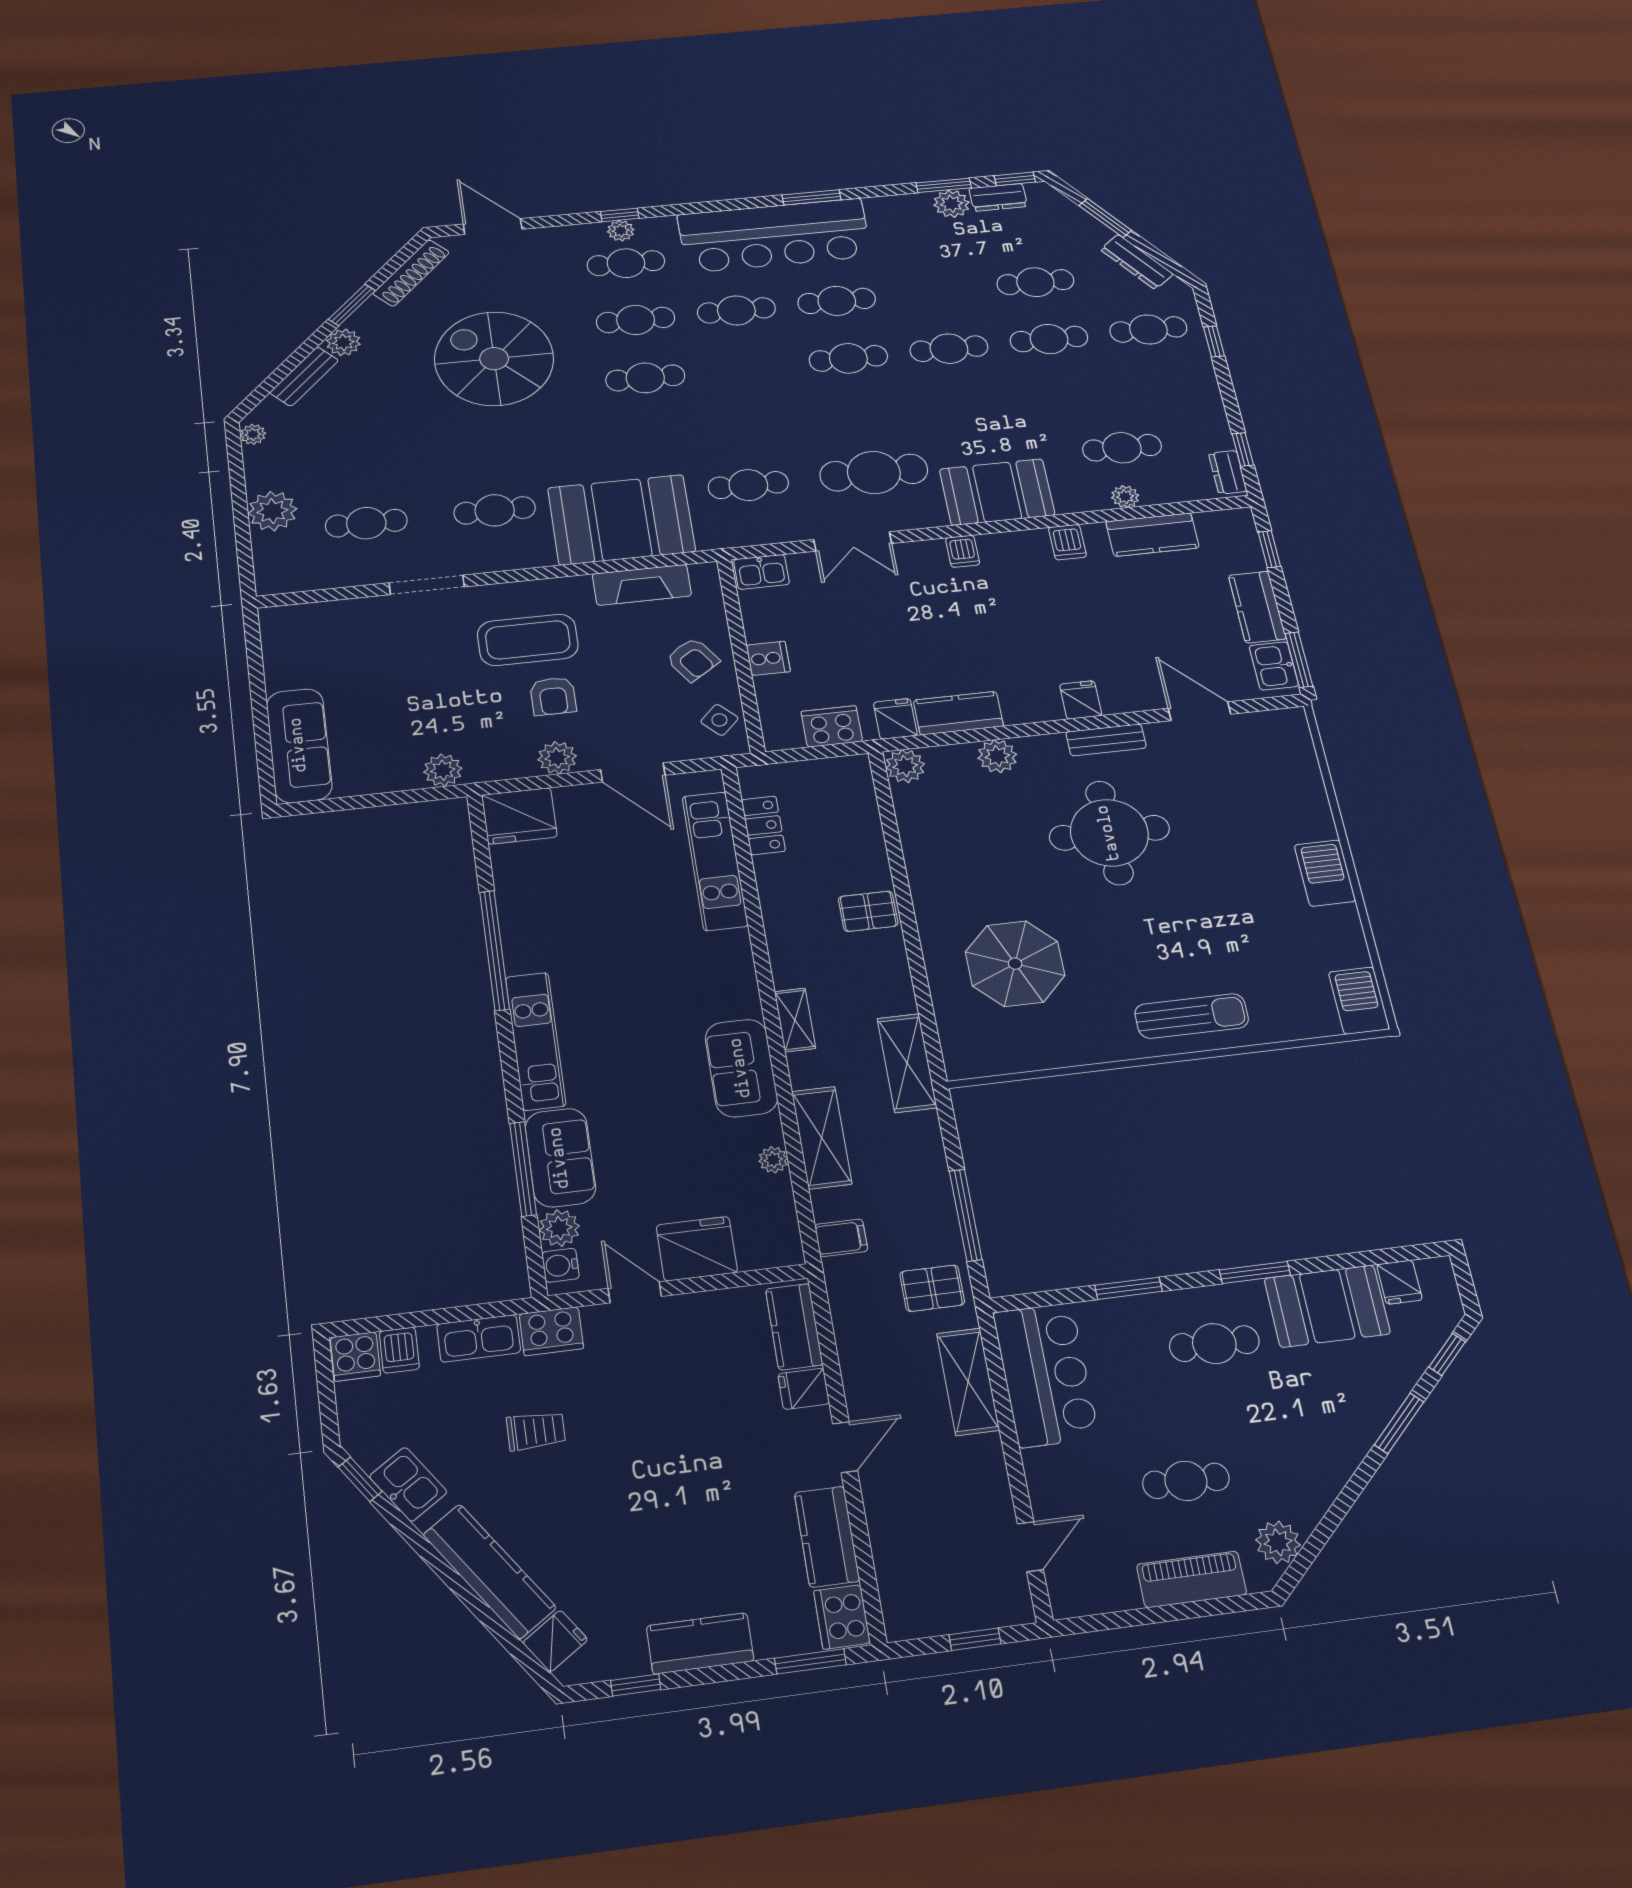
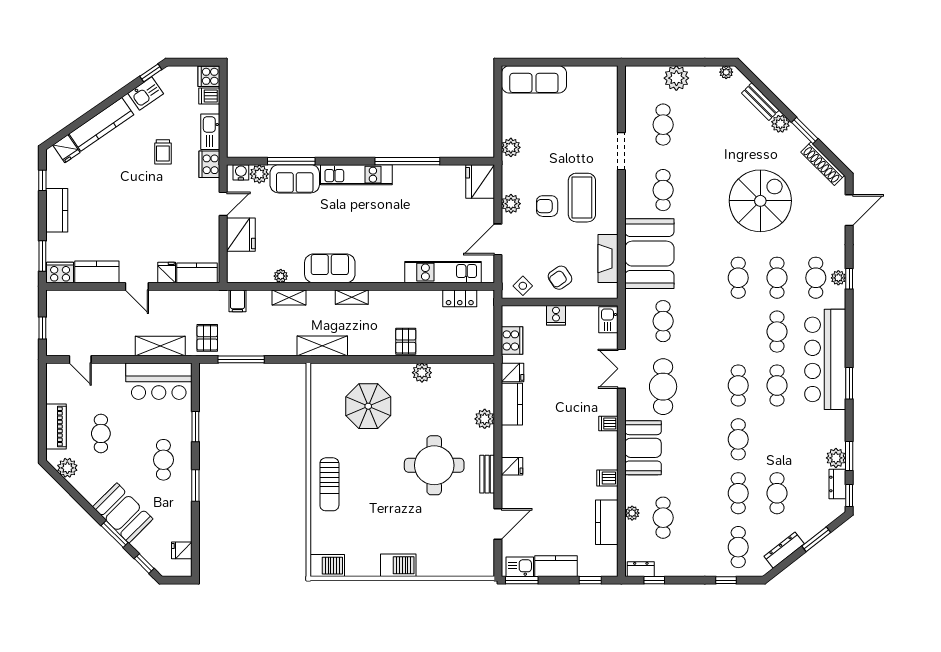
plant: (905, 766) -> (422, 373), moved
shelving: (822, 1138) -> (289, 297), width x0.67, depth x0.75
booth: (1327, 1306) -> (123, 513), moved, turned -45

